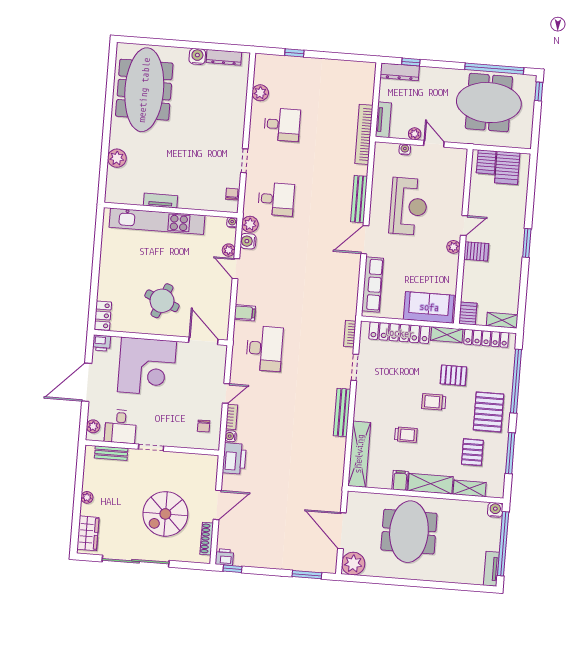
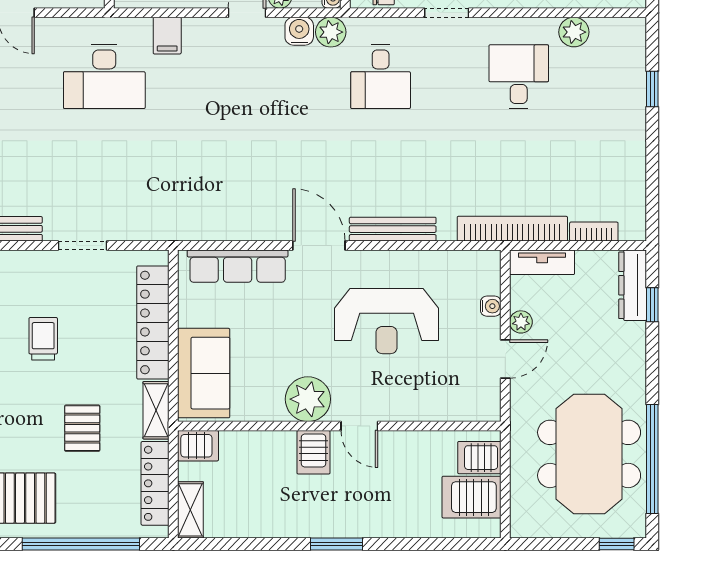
desk: (282, 125) -> (519, 77), turned 180
plant: (453, 247) -> (308, 399), width x1.88, depth x1.88
bookcase: (350, 334) -> (594, 232), moved
trolley: (434, 402) -> (43, 339), moved

